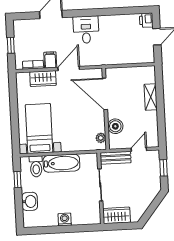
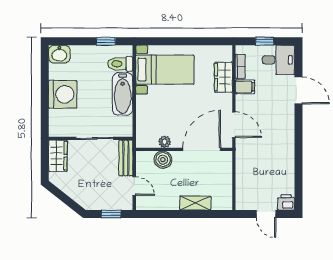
desk: (86, 30) -> (279, 60), moved
door: (69, 68) -> (234, 125), moved
plant: (101, 138) -> (165, 142), moved
washbasin: (30, 201) -> (59, 54), moved
washing machine: (65, 219) -> (63, 94), width x1.89, depth x1.89

